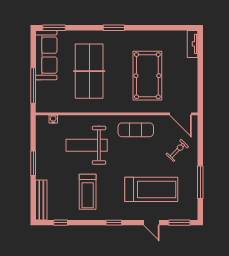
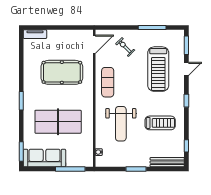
treadmill: (151, 189) -> (158, 69), turned 180

